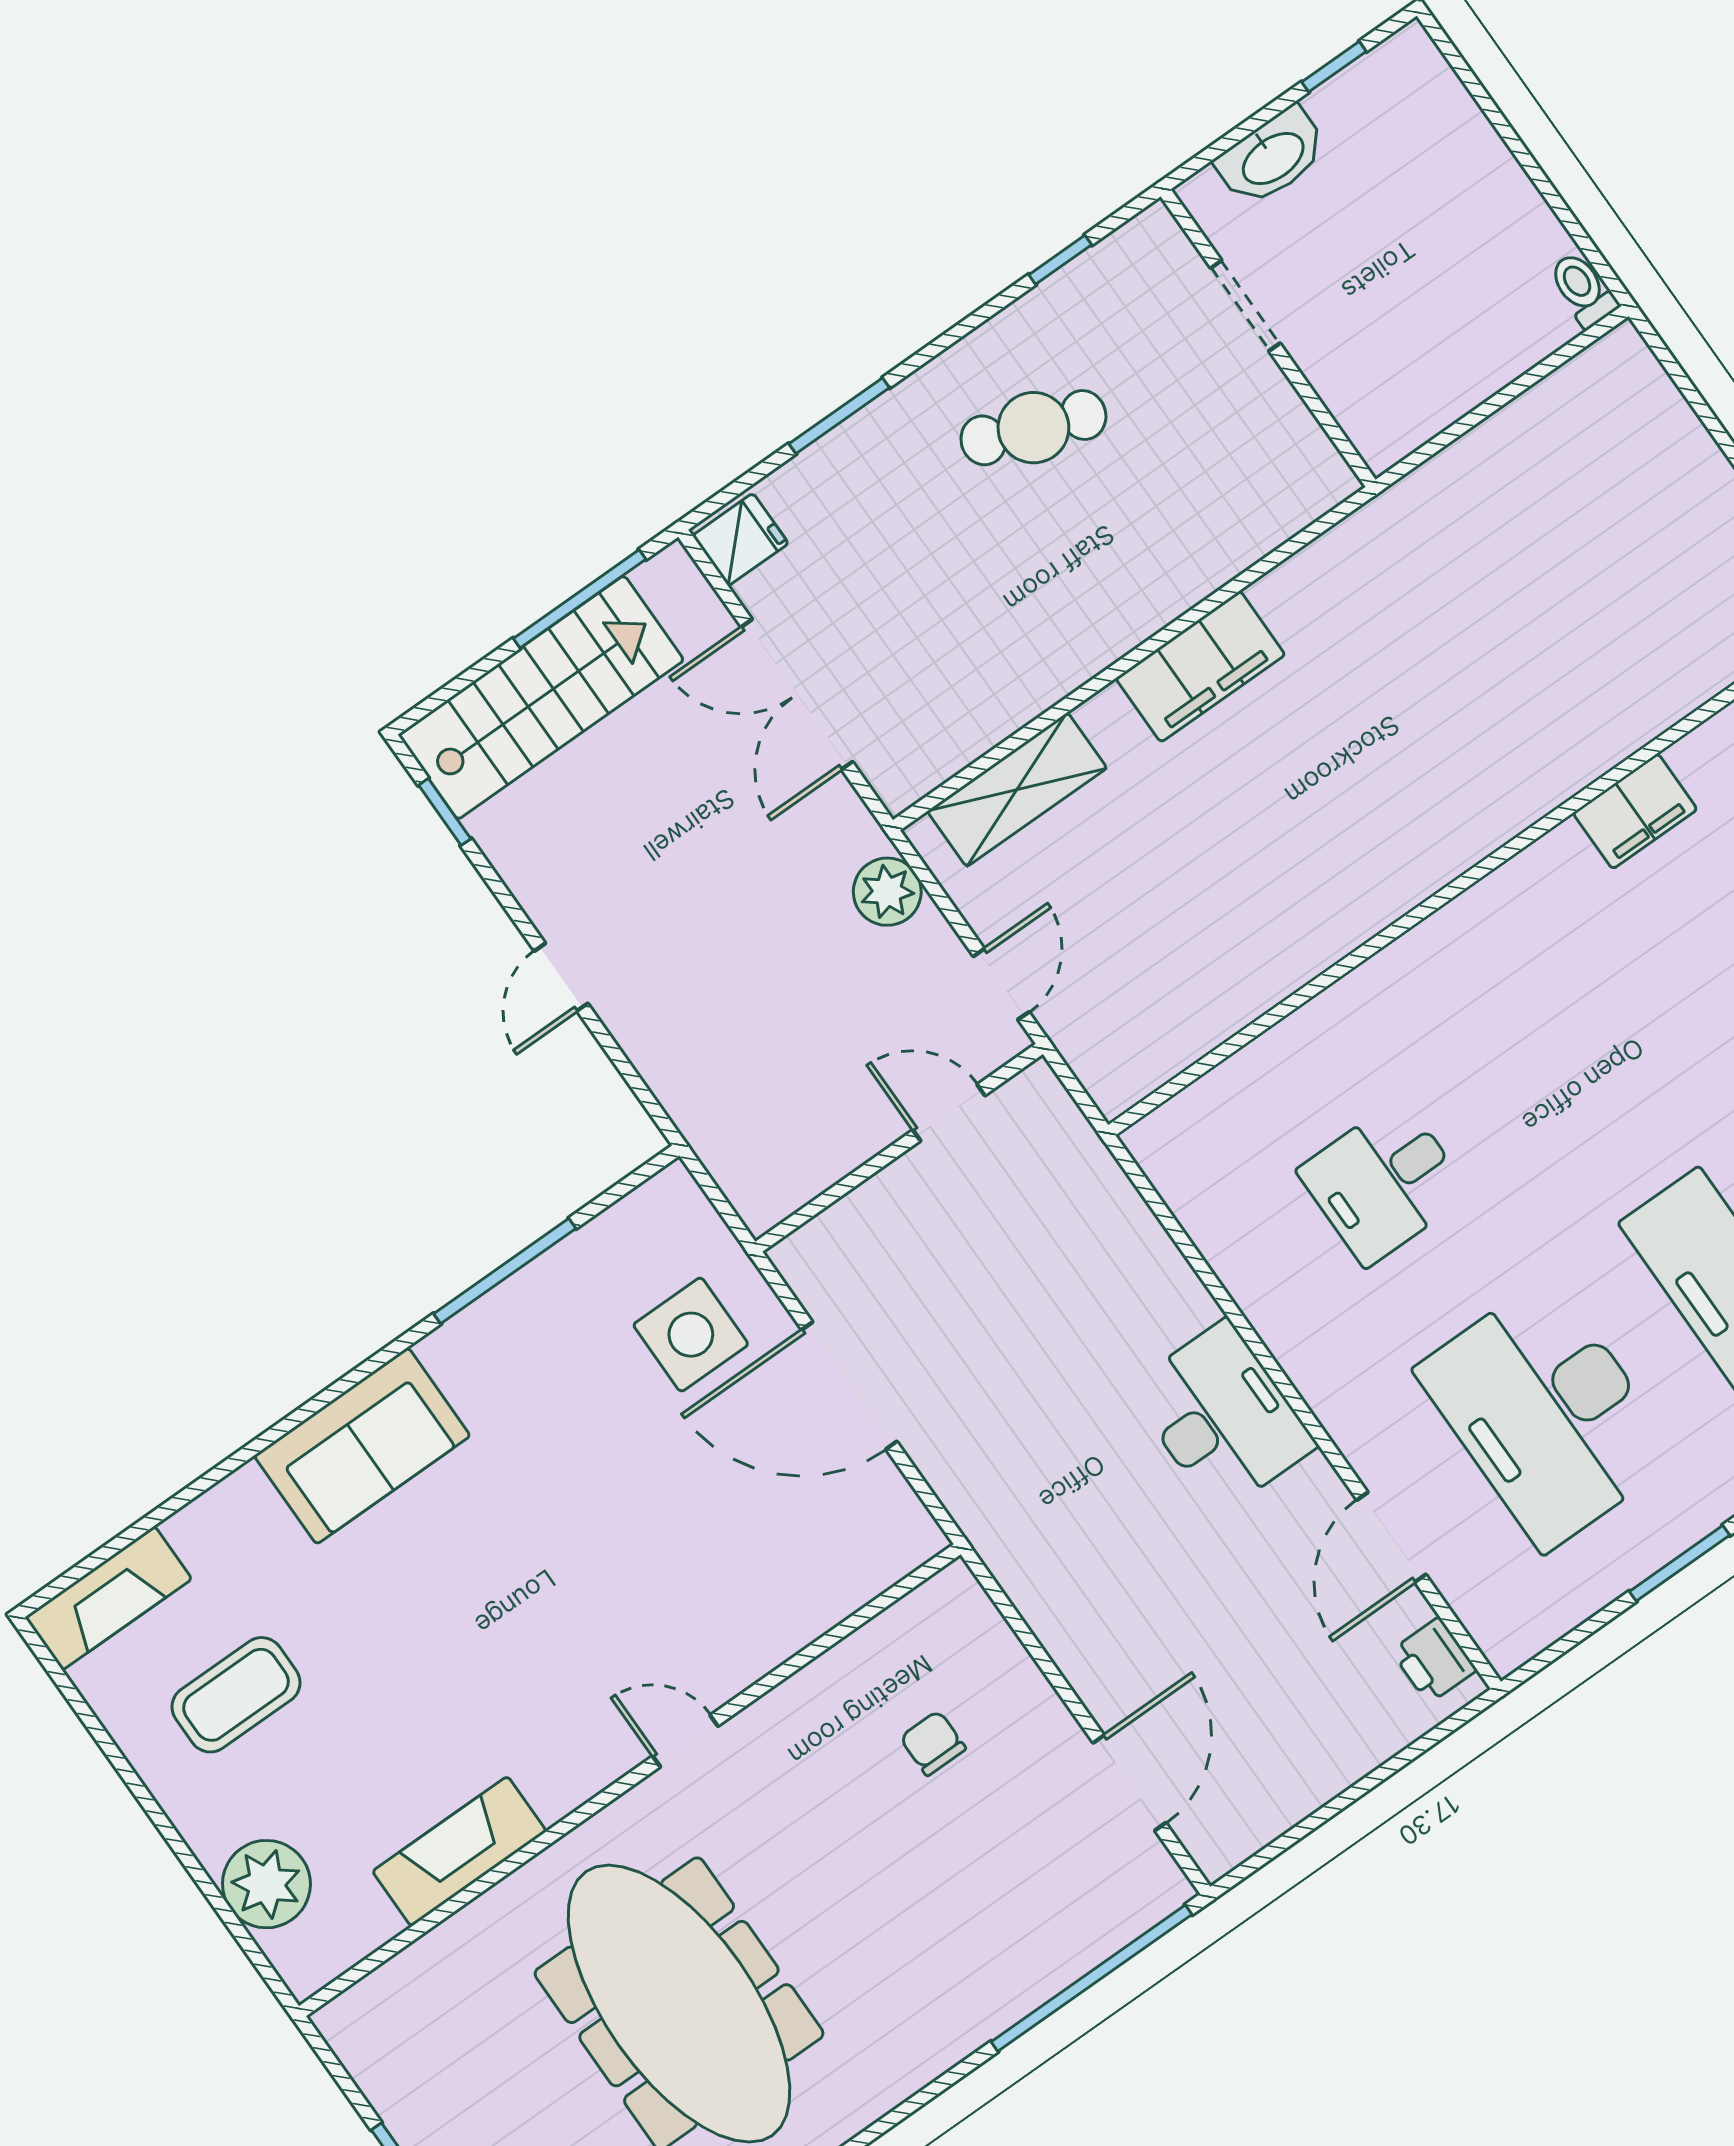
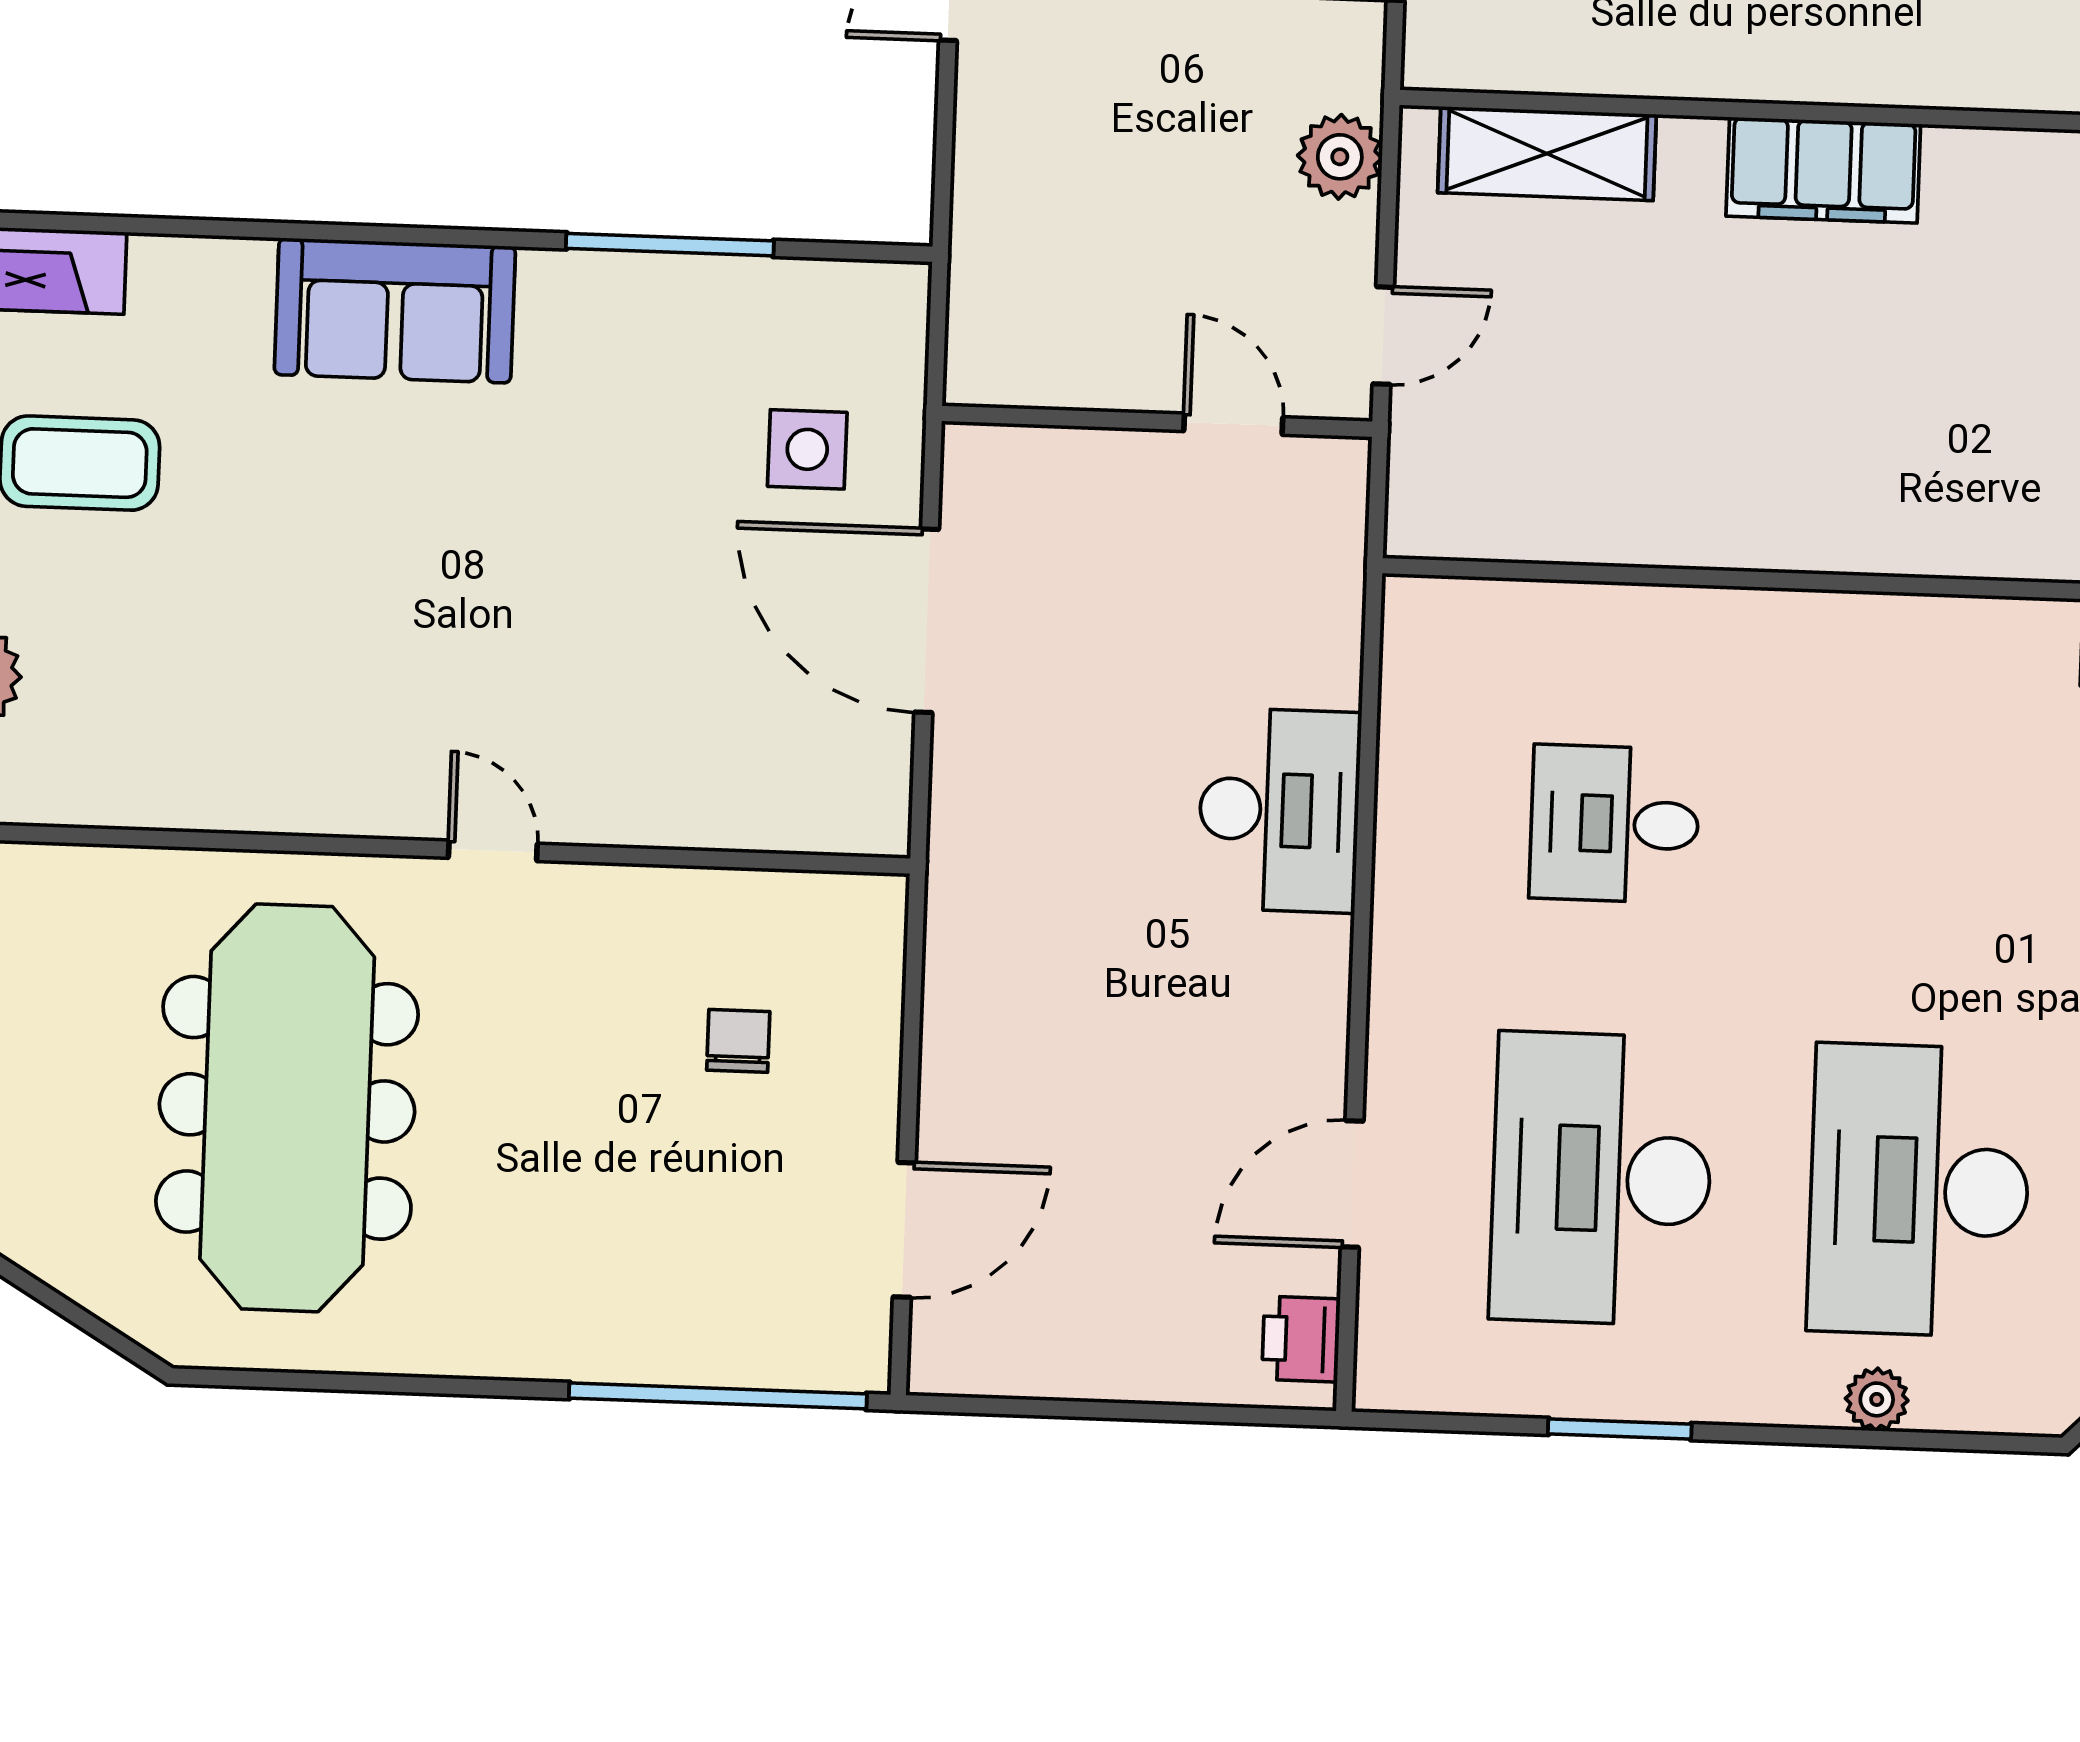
side table: (691, 1335) -> (807, 449), width x0.73, depth x0.73
desk: (1222, 1417) -> (1279, 810), moved
fireplace: (459, 1851) -> (184, 789), removed

